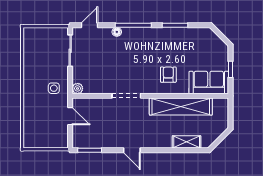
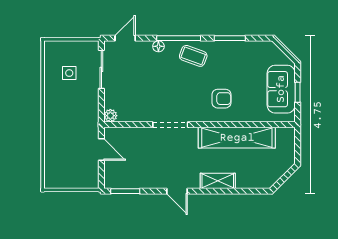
coffee table: (145, 40) -> (193, 56), added
armchair: (168, 75) -> (221, 99), turned 90
sofa: (209, 82) -> (281, 89), moved, turned -90
side table: (54, 88) -> (69, 73), moved
shelving: (187, 142) -> (218, 181), moved

